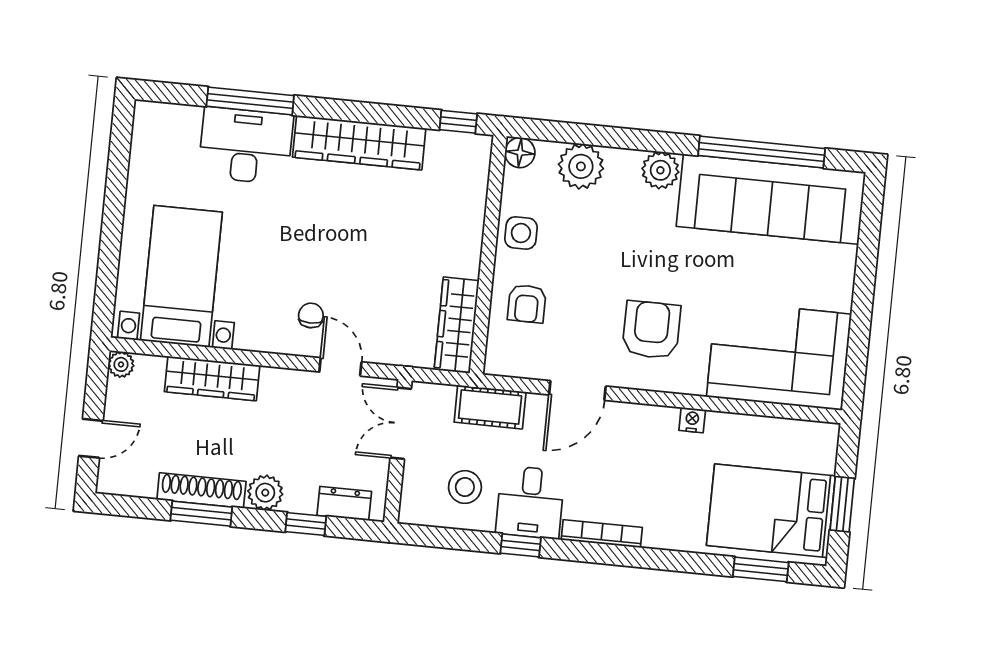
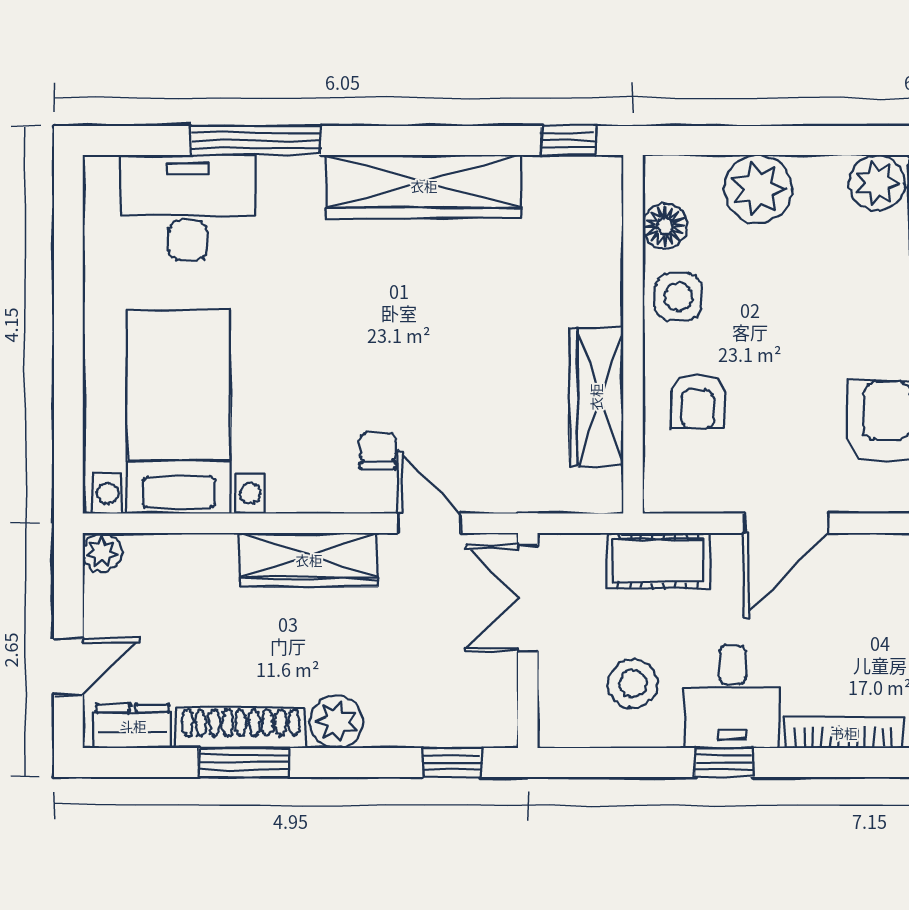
desk: (246, 146) -> (188, 208), moved
floor lamp: (520, 153) -> (665, 226), moved
wardrobe: (457, 325) -> (596, 397), moved
wardrobe: (212, 378) -> (309, 560), moved
dresser: (344, 503) -> (133, 726), moved
window: (306, 524) -> (452, 762), moved

